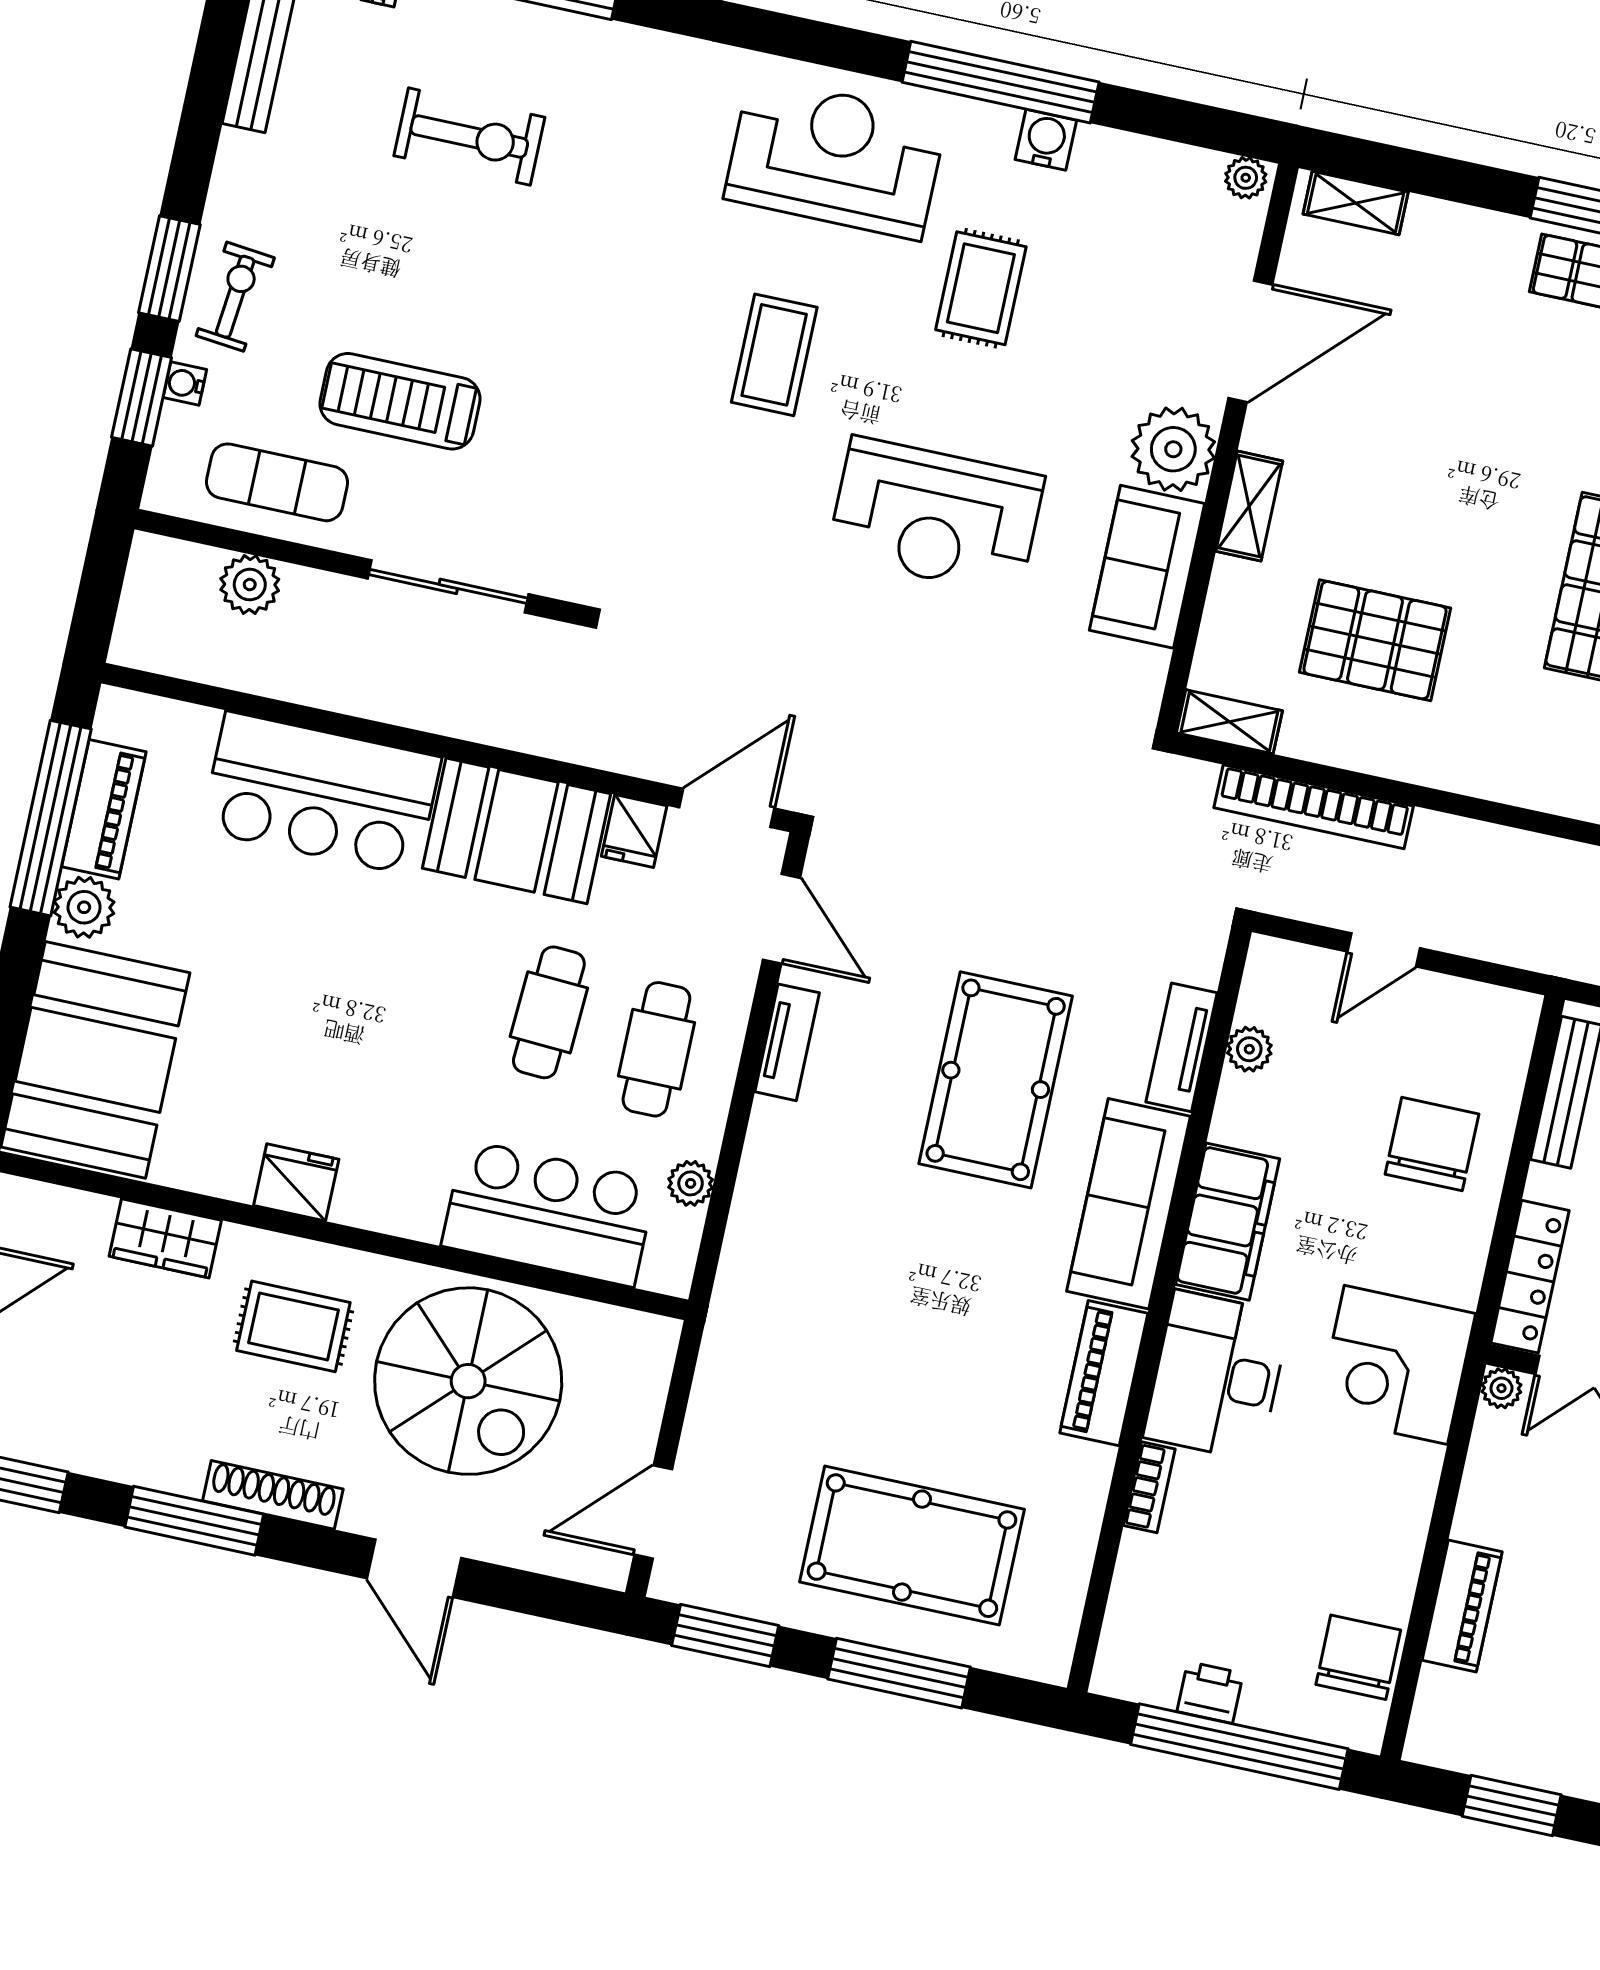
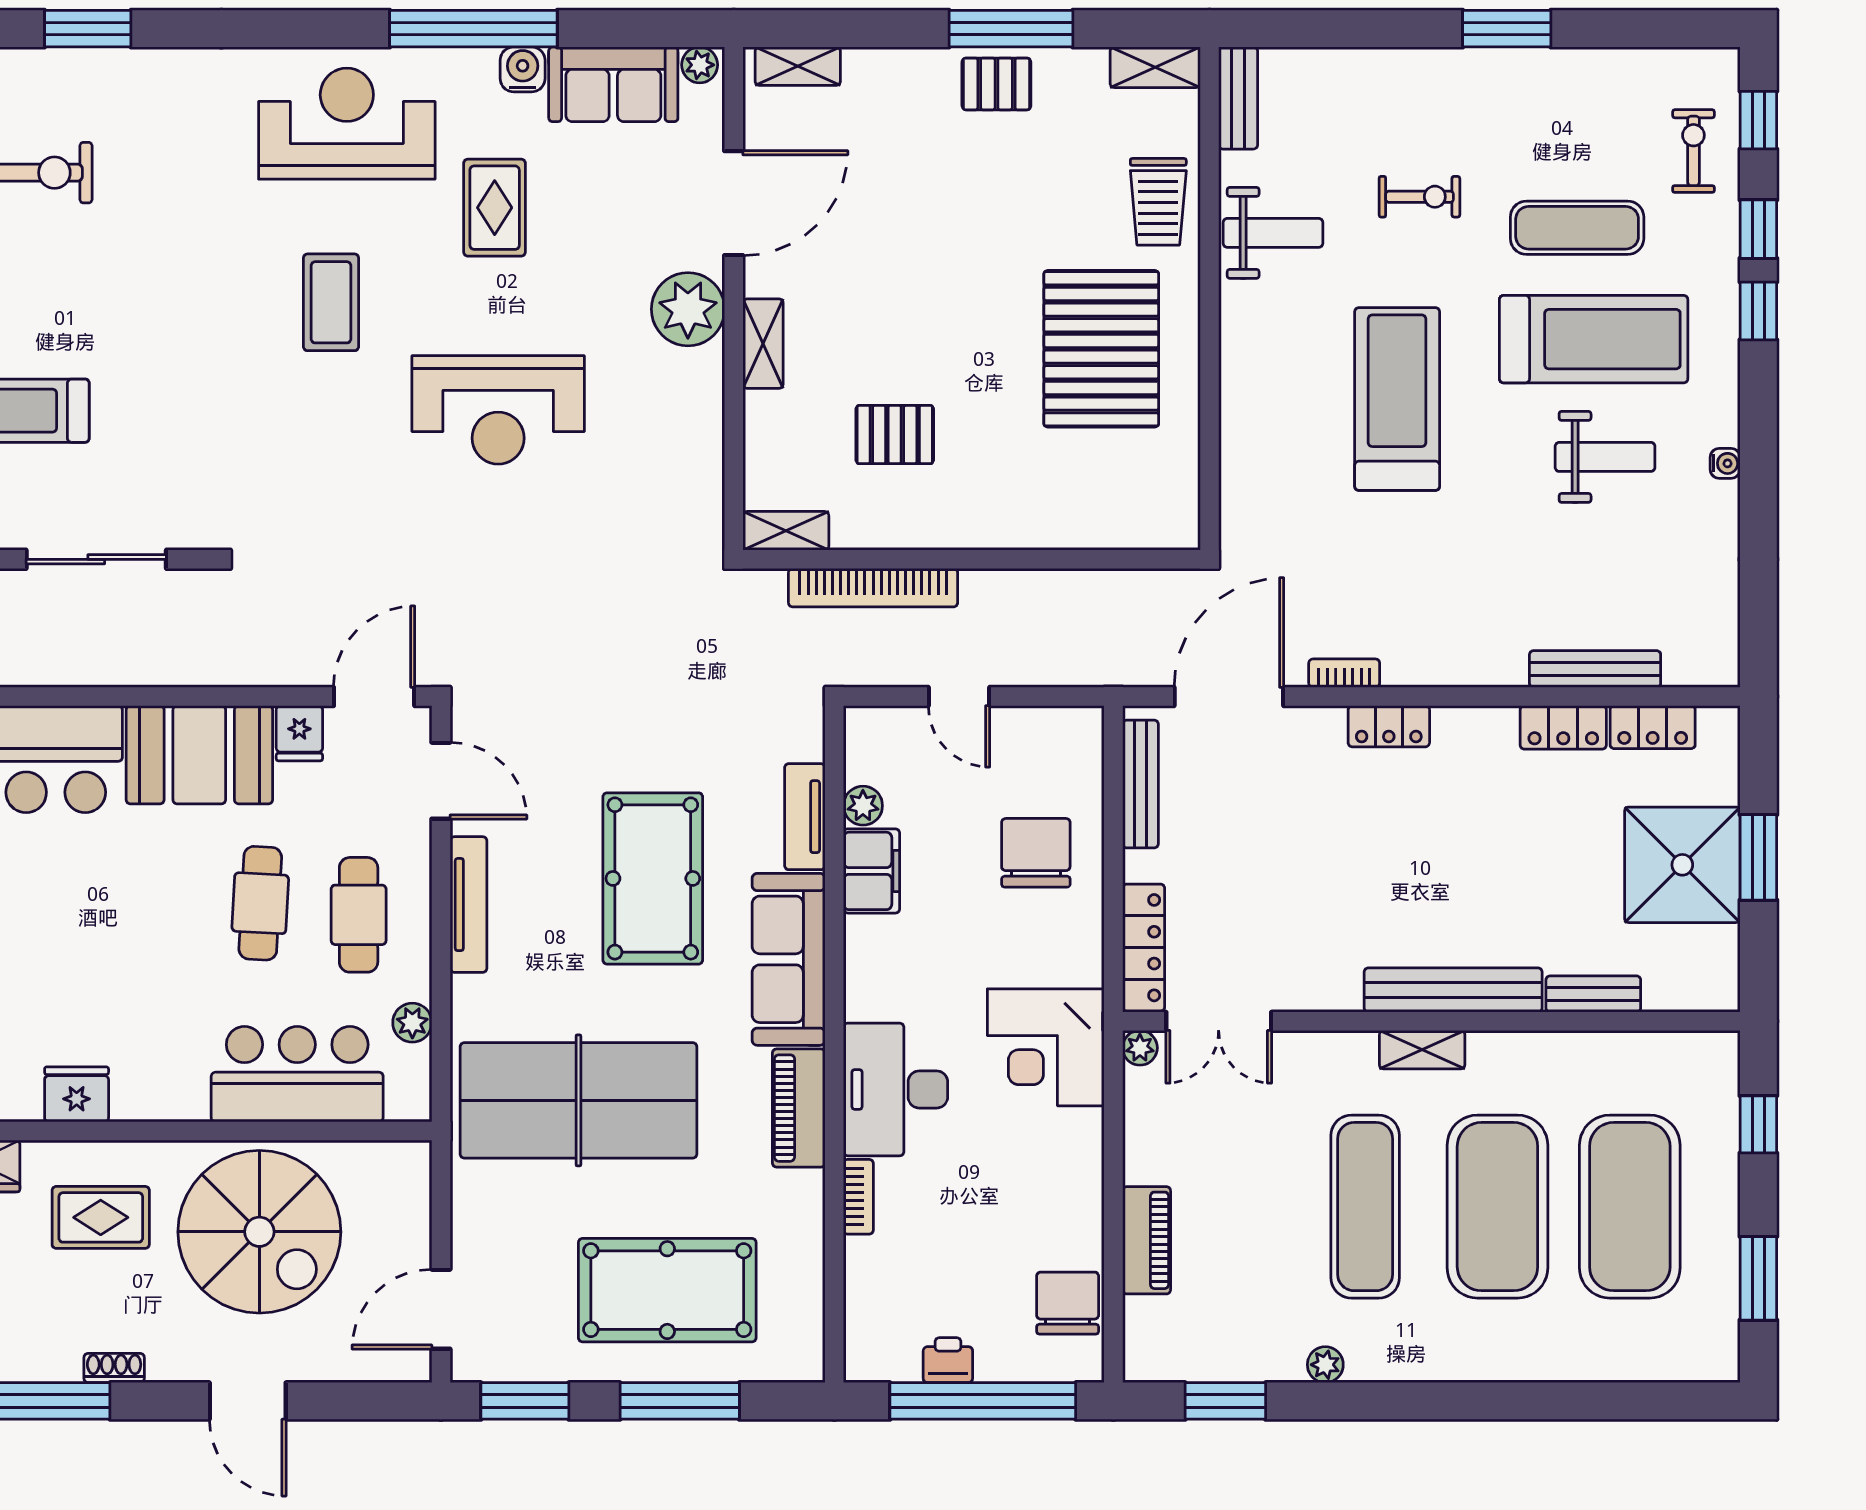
sofa: (1147, 567) -> (613, 84), moved, turned -90
pallet: (1375, 640) -> (895, 435), width x0.67, depth x0.71
door: (1384, 950) -> (959, 697), hinge flipped
tv unit: (787, 1042) -> (468, 905), width x1.41
filing cabinet: (1228, 1222) -> (872, 871), moved, width x0.67, depth x0.86
table tennis table: (858, 1311) -> (578, 1100), added
shoe rack: (273, 1495) -> (114, 1368), width x0.51, depth x0.81

